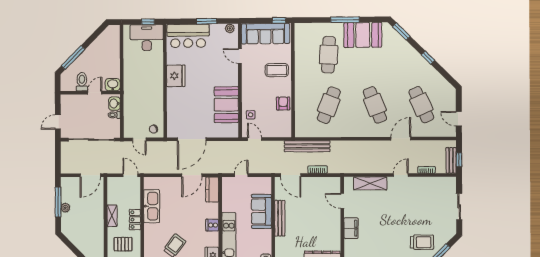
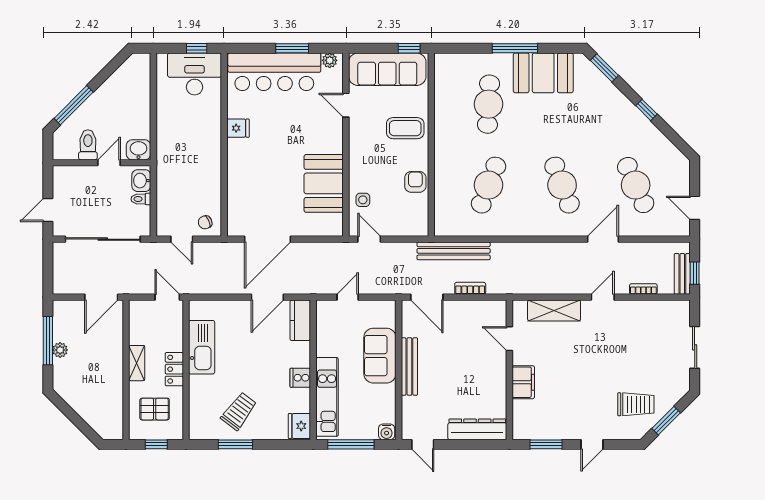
bar counter: (188, 36) -> (274, 72), width x1.36
fridge: (176, 76) -> (238, 128), width x0.53, depth x0.75

